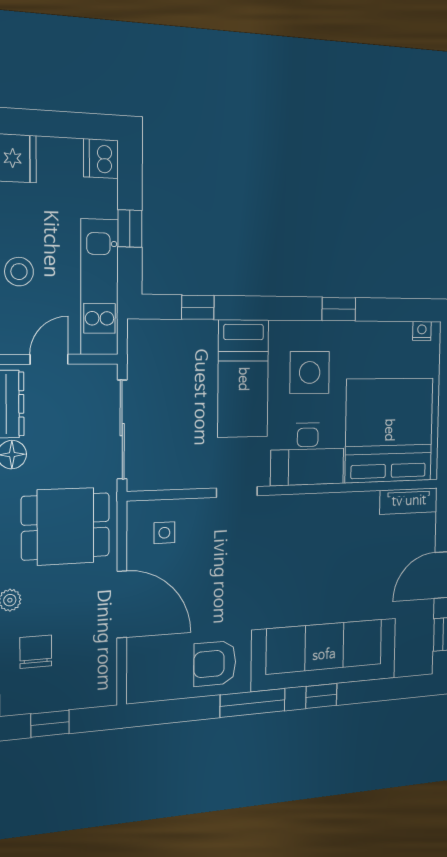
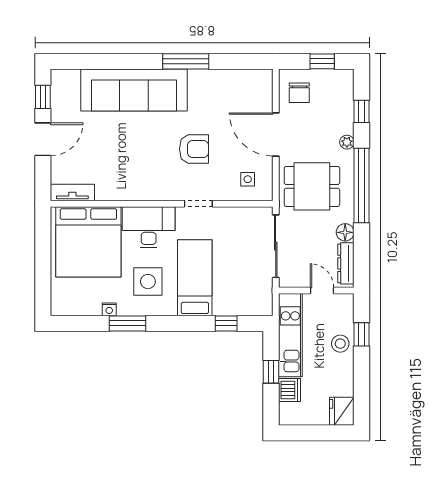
dishwasher: (101, 159) -> (289, 390), moved
window: (339, 309) -> (128, 323), width x1.50
nightstand: (422, 331) -> (109, 309), moved
door: (49, 359) -> (322, 290), swing flipped
chair: (36, 652) -> (299, 93), moved
armchair: (215, 664) -> (194, 149), moved
window: (321, 696) -> (136, 61), removed

